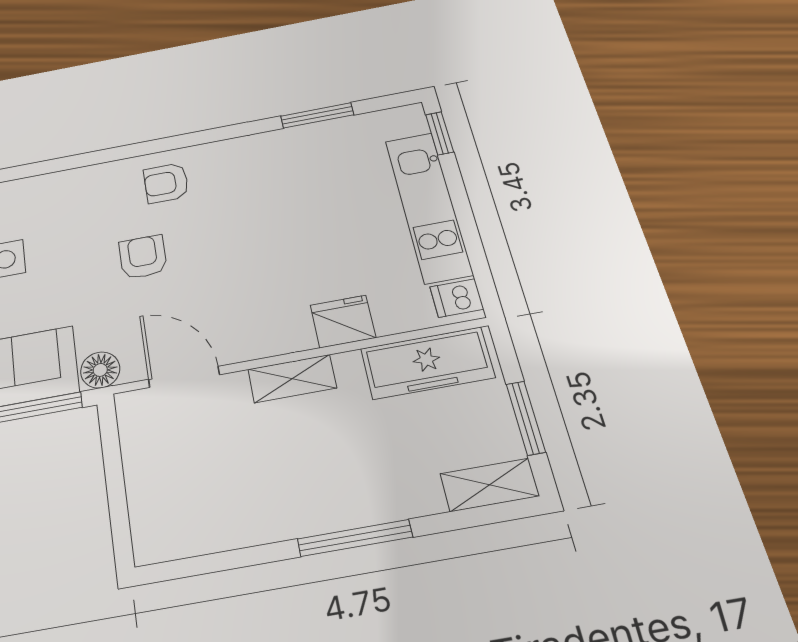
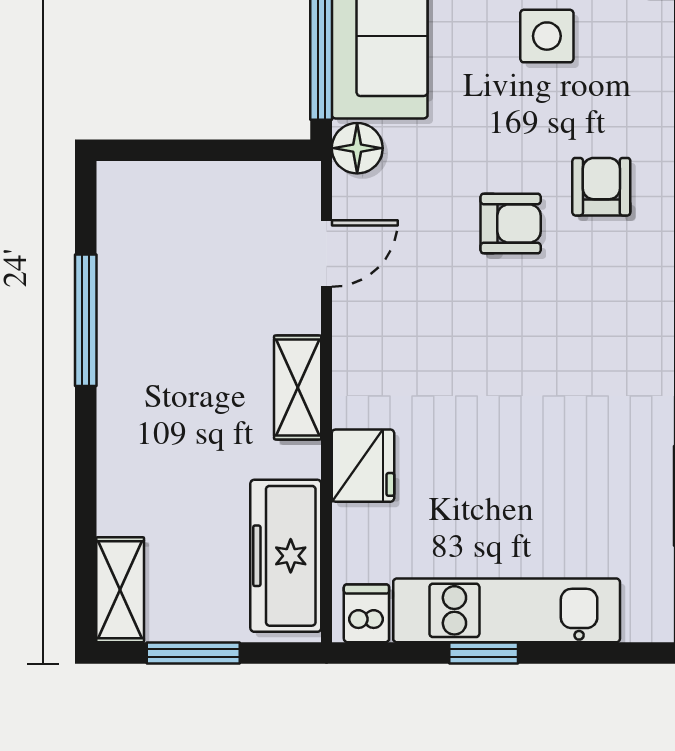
window: (440, 133) -> (484, 653), moved
armchair: (166, 183) -> (601, 187), moved
door: (184, 377) -> (326, 254), width x0.73
window: (355, 538) -> (86, 320), moved

